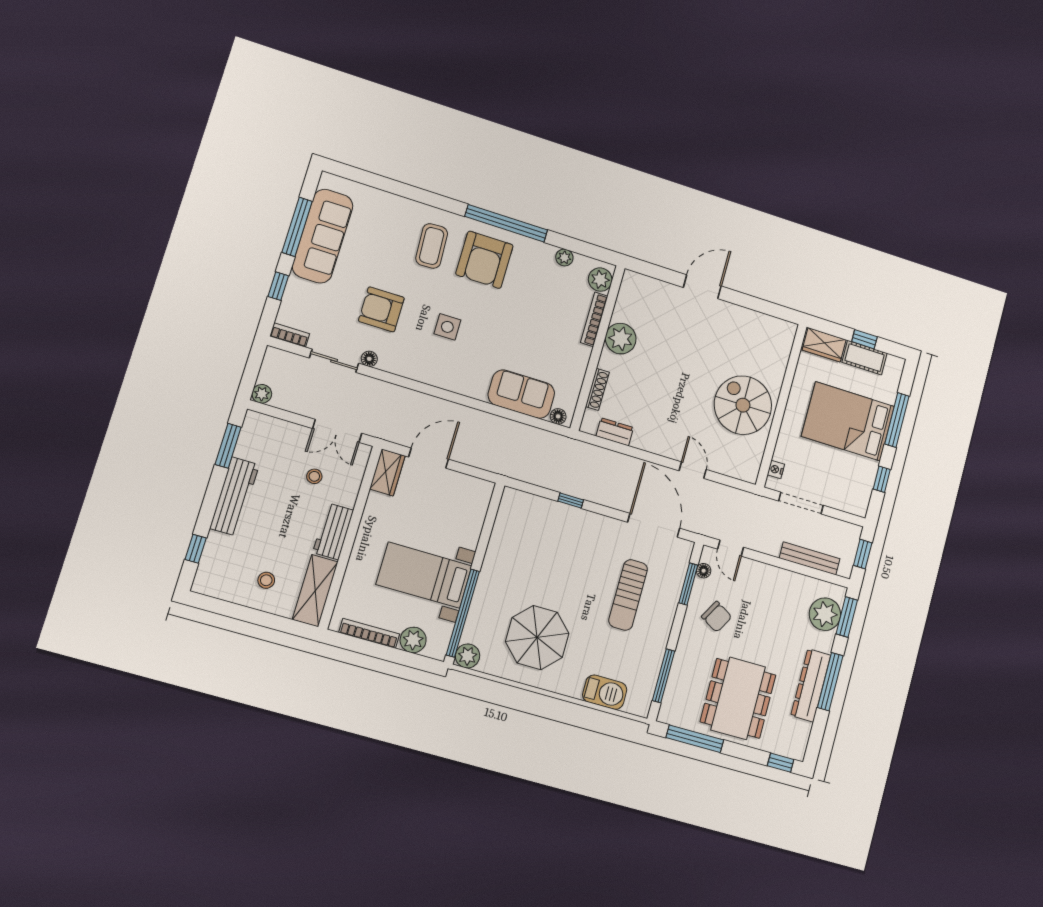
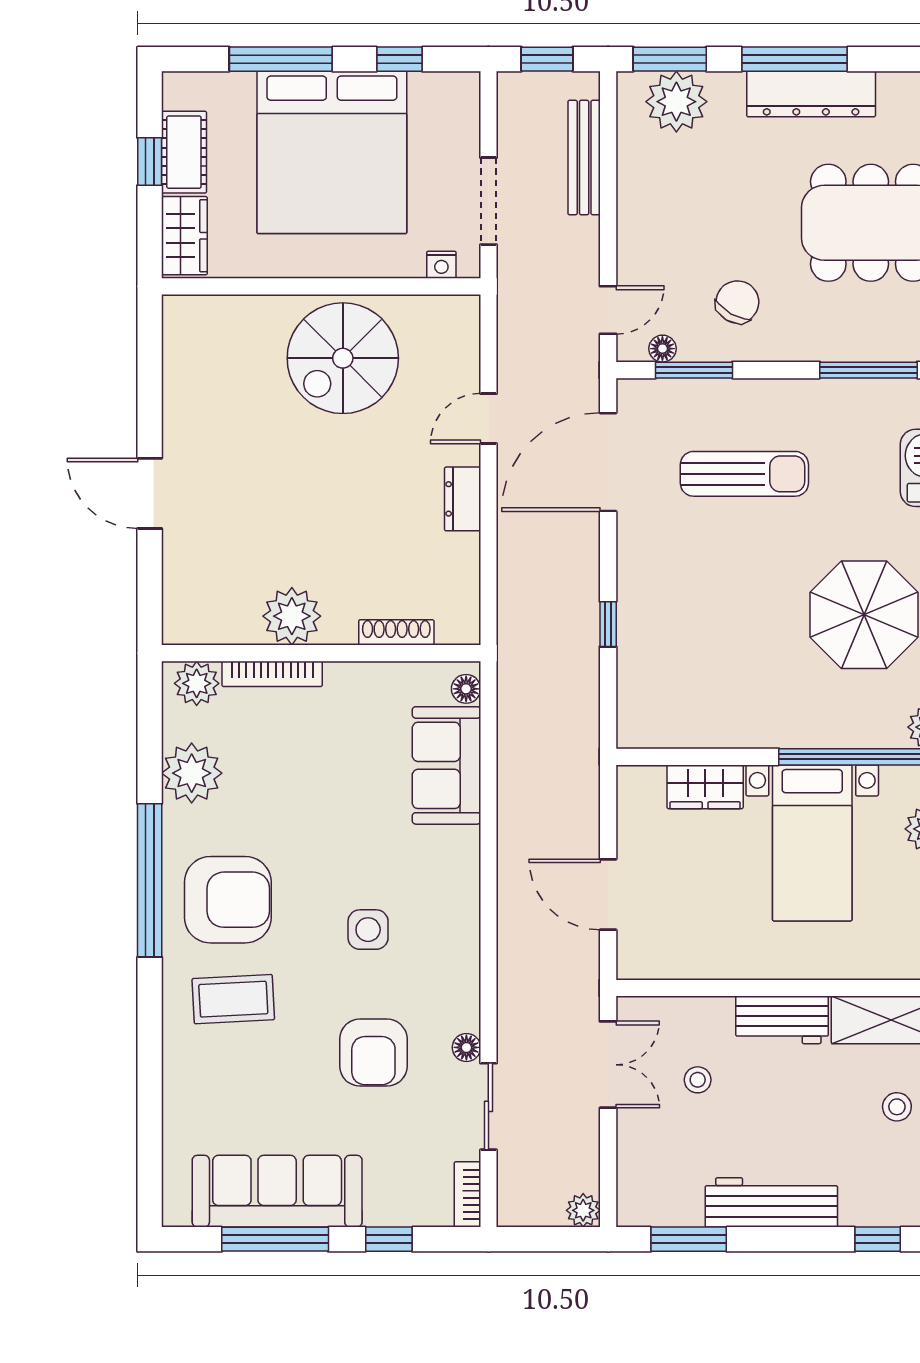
plant: (564, 258) -> (192, 773), width x1.87, depth x1.87
bed: (848, 421) -> (332, 152), width x1.36
dresser: (615, 432) -> (463, 499), moved
wardrobe: (387, 472) -> (705, 787), moved, turned 180

